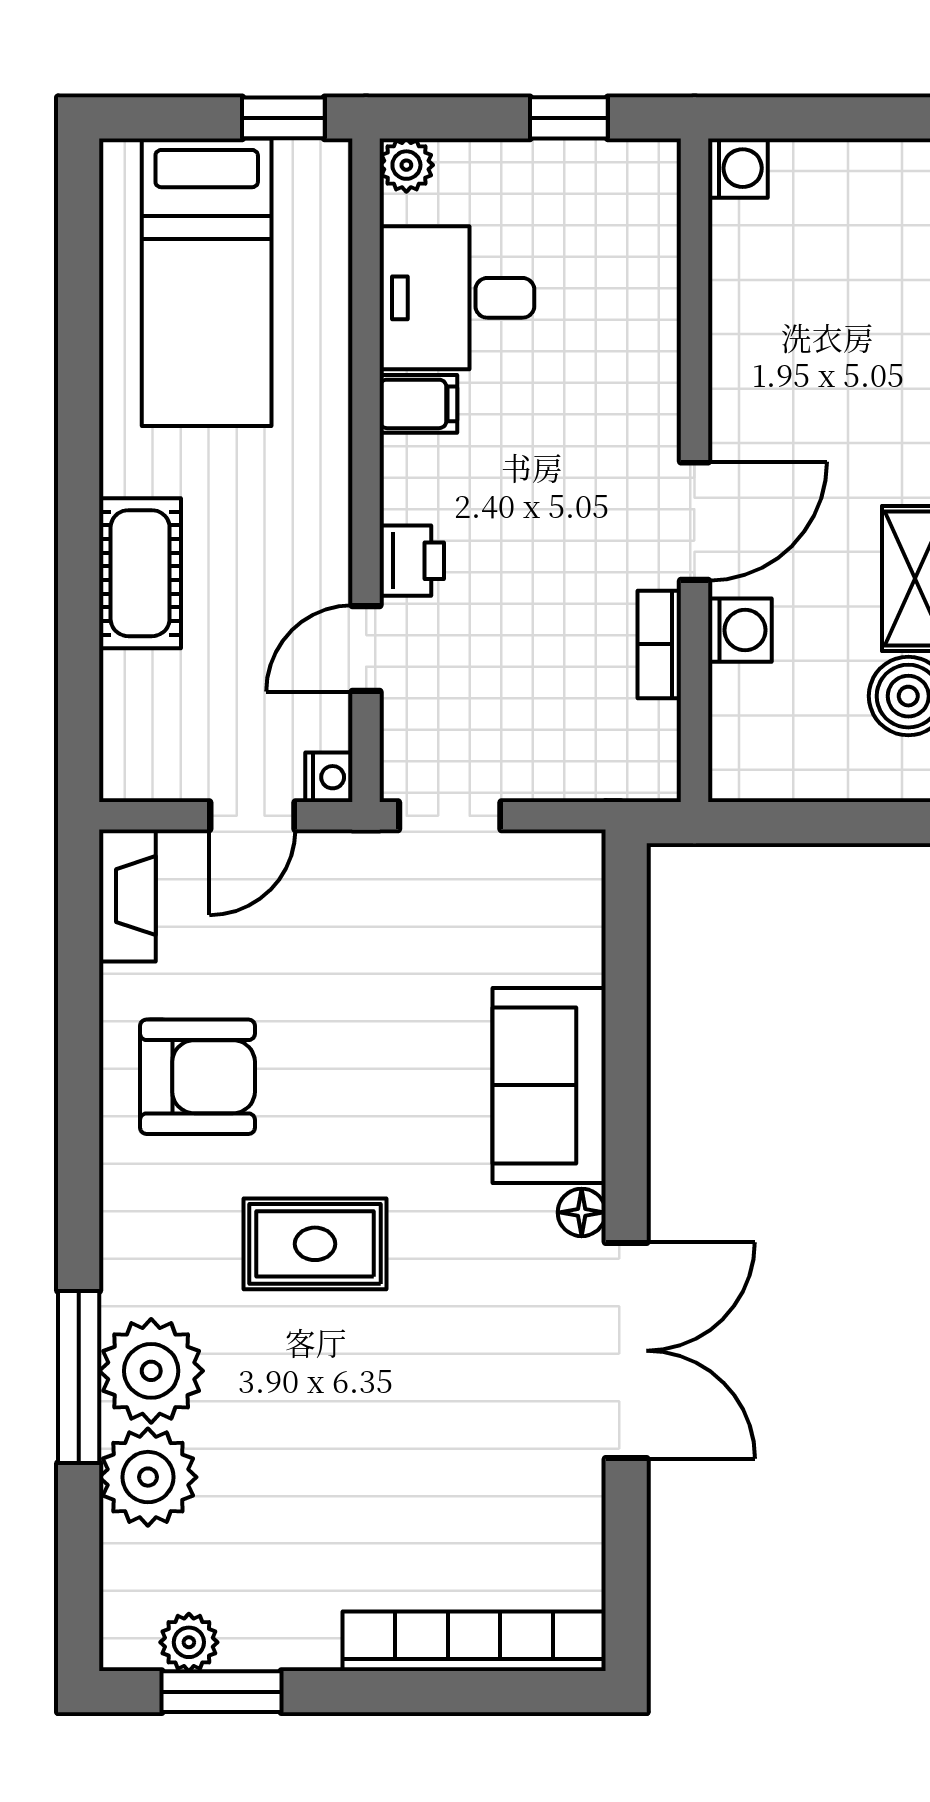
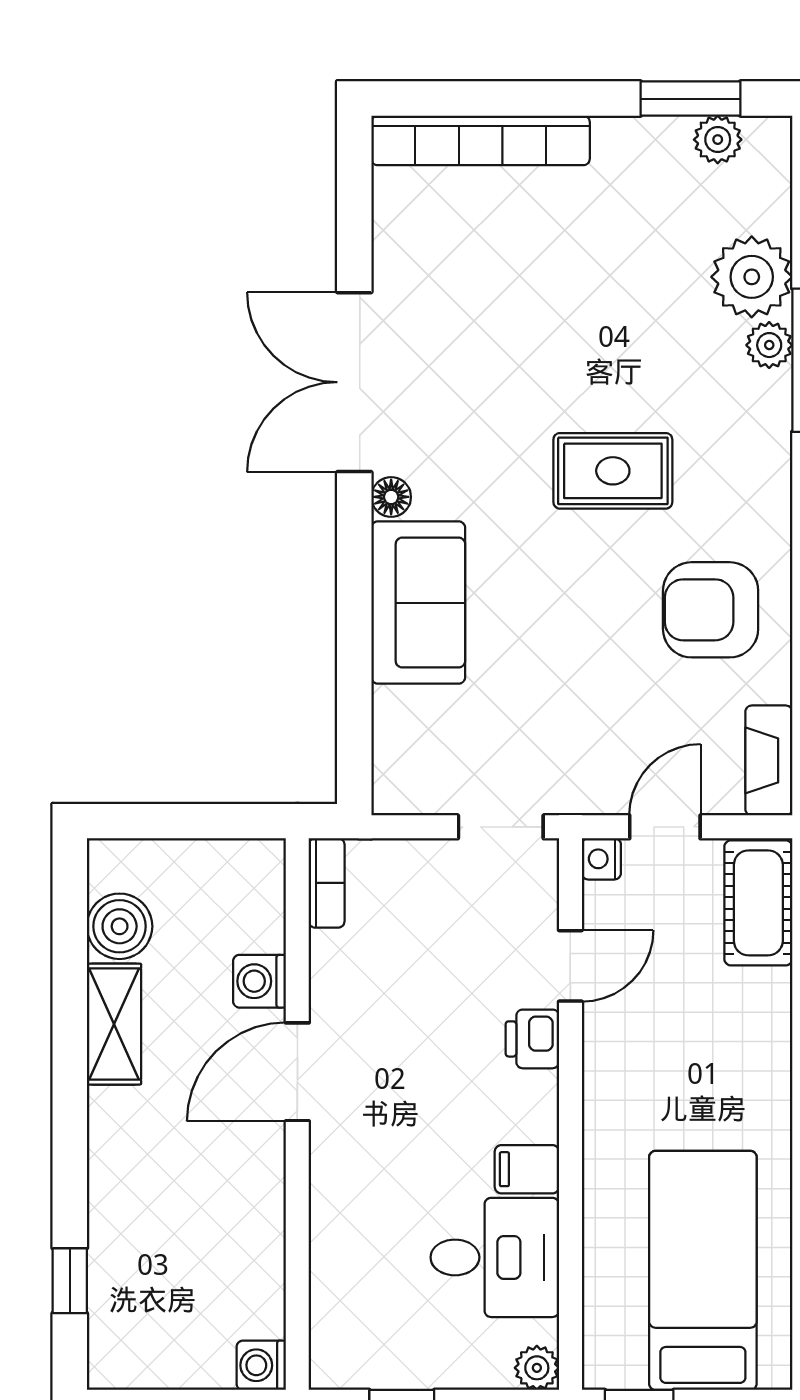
cot: (140, 573) -> (758, 903), moved
bookcase: (659, 644) -> (327, 883), moved
plant: (151, 1371) -> (769, 345), width x0.53, depth x0.53

